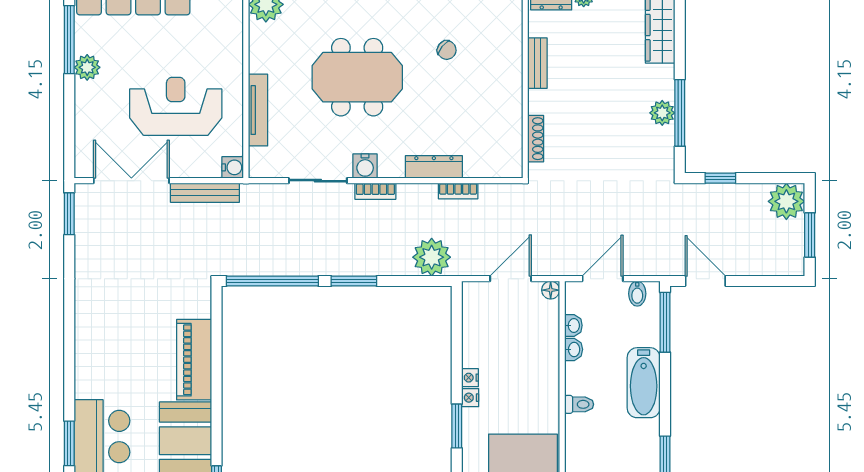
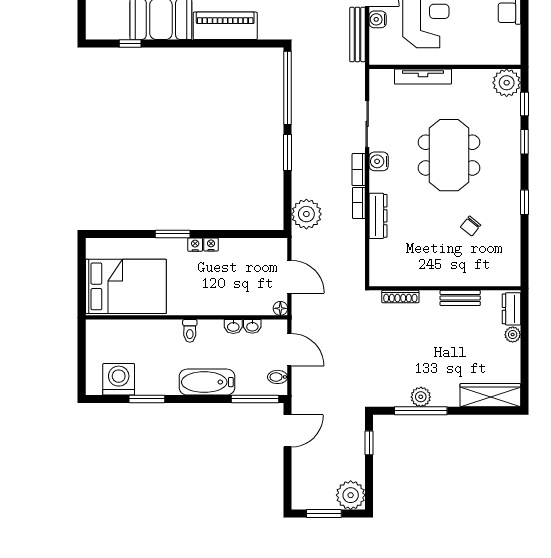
water cooler: (233, 167) -> (378, 19), moved, turned 90
bookcase: (458, 191) -> (359, 203), moved

